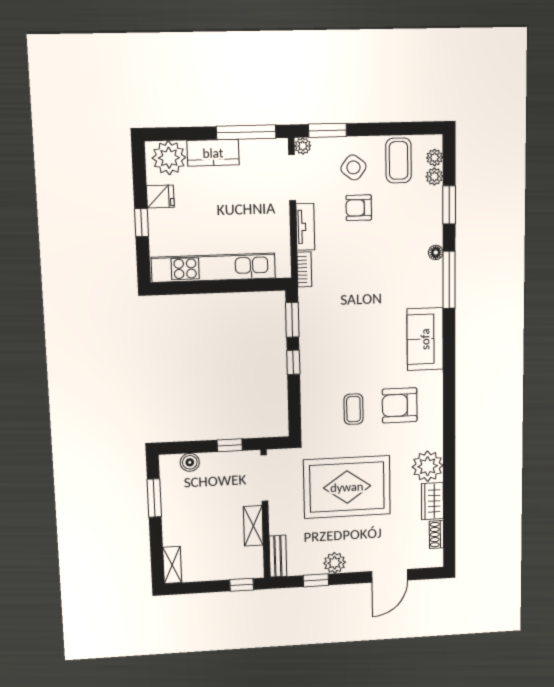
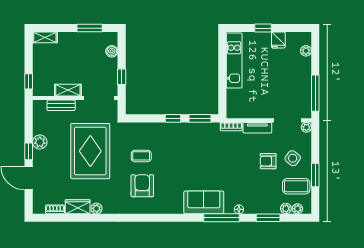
window: (327, 130) -> (315, 175), moved
kitchen counter: (213, 153) -> (304, 73), removed
plant: (169, 158) -> (306, 51), width x0.53, depth x0.53
armchair: (359, 208) -> (268, 161), turned -90
kitchen unit: (214, 268) -> (234, 60), width x0.73
sofa: (425, 339) -> (204, 202), moved
plant: (428, 466) -> (96, 208), width x0.53, depth x0.53
bench: (278, 556) -> (61, 105), moved
window: (316, 580) -> (29, 151), moved

